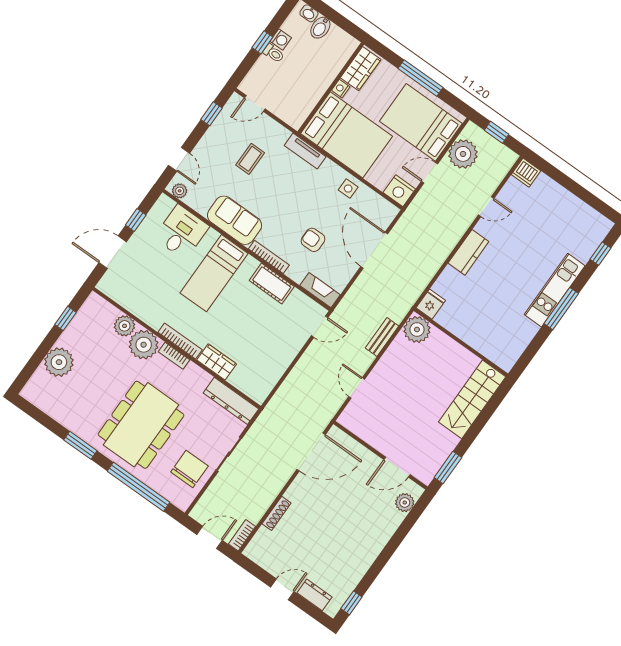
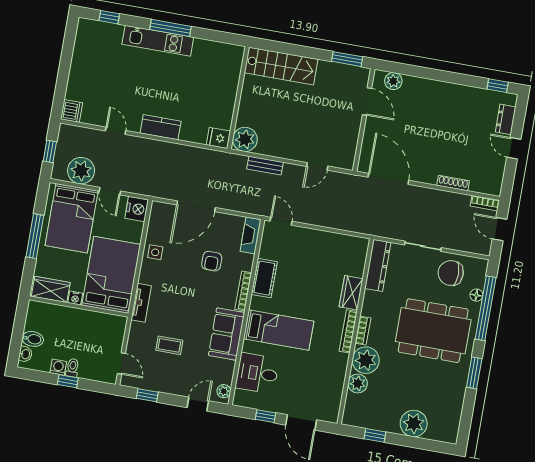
floor lamp: (156, 484) -> (476, 295), added

